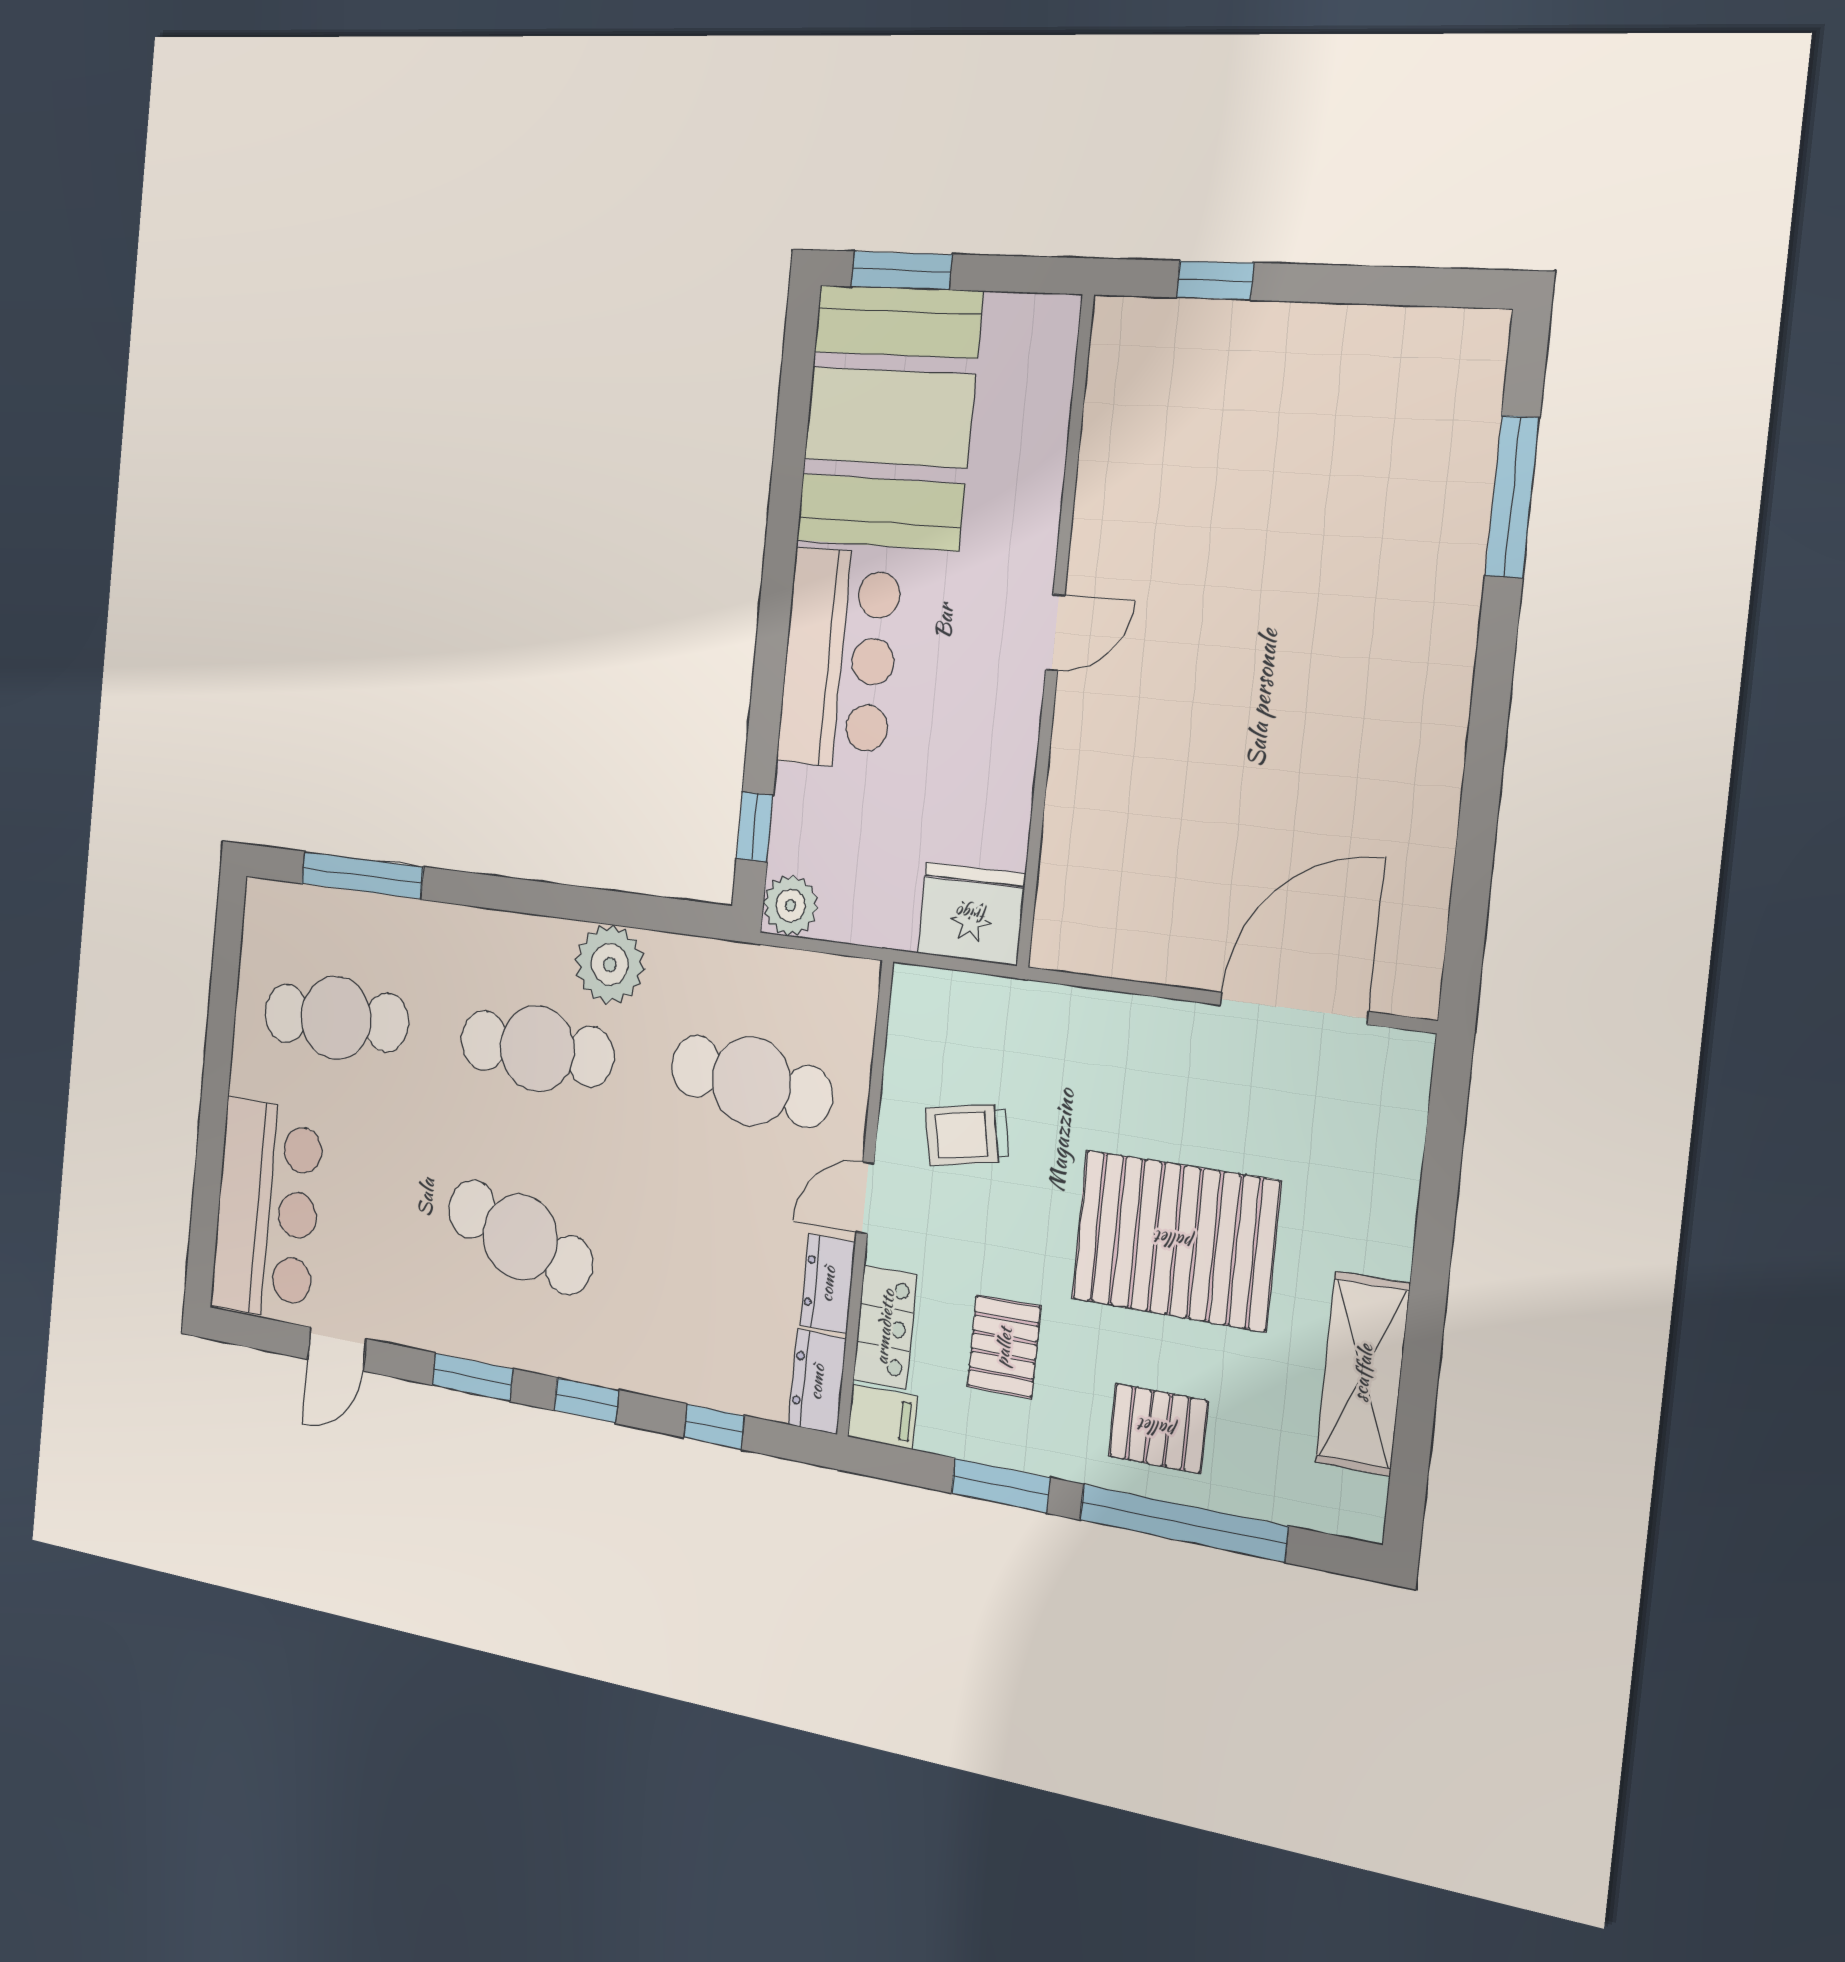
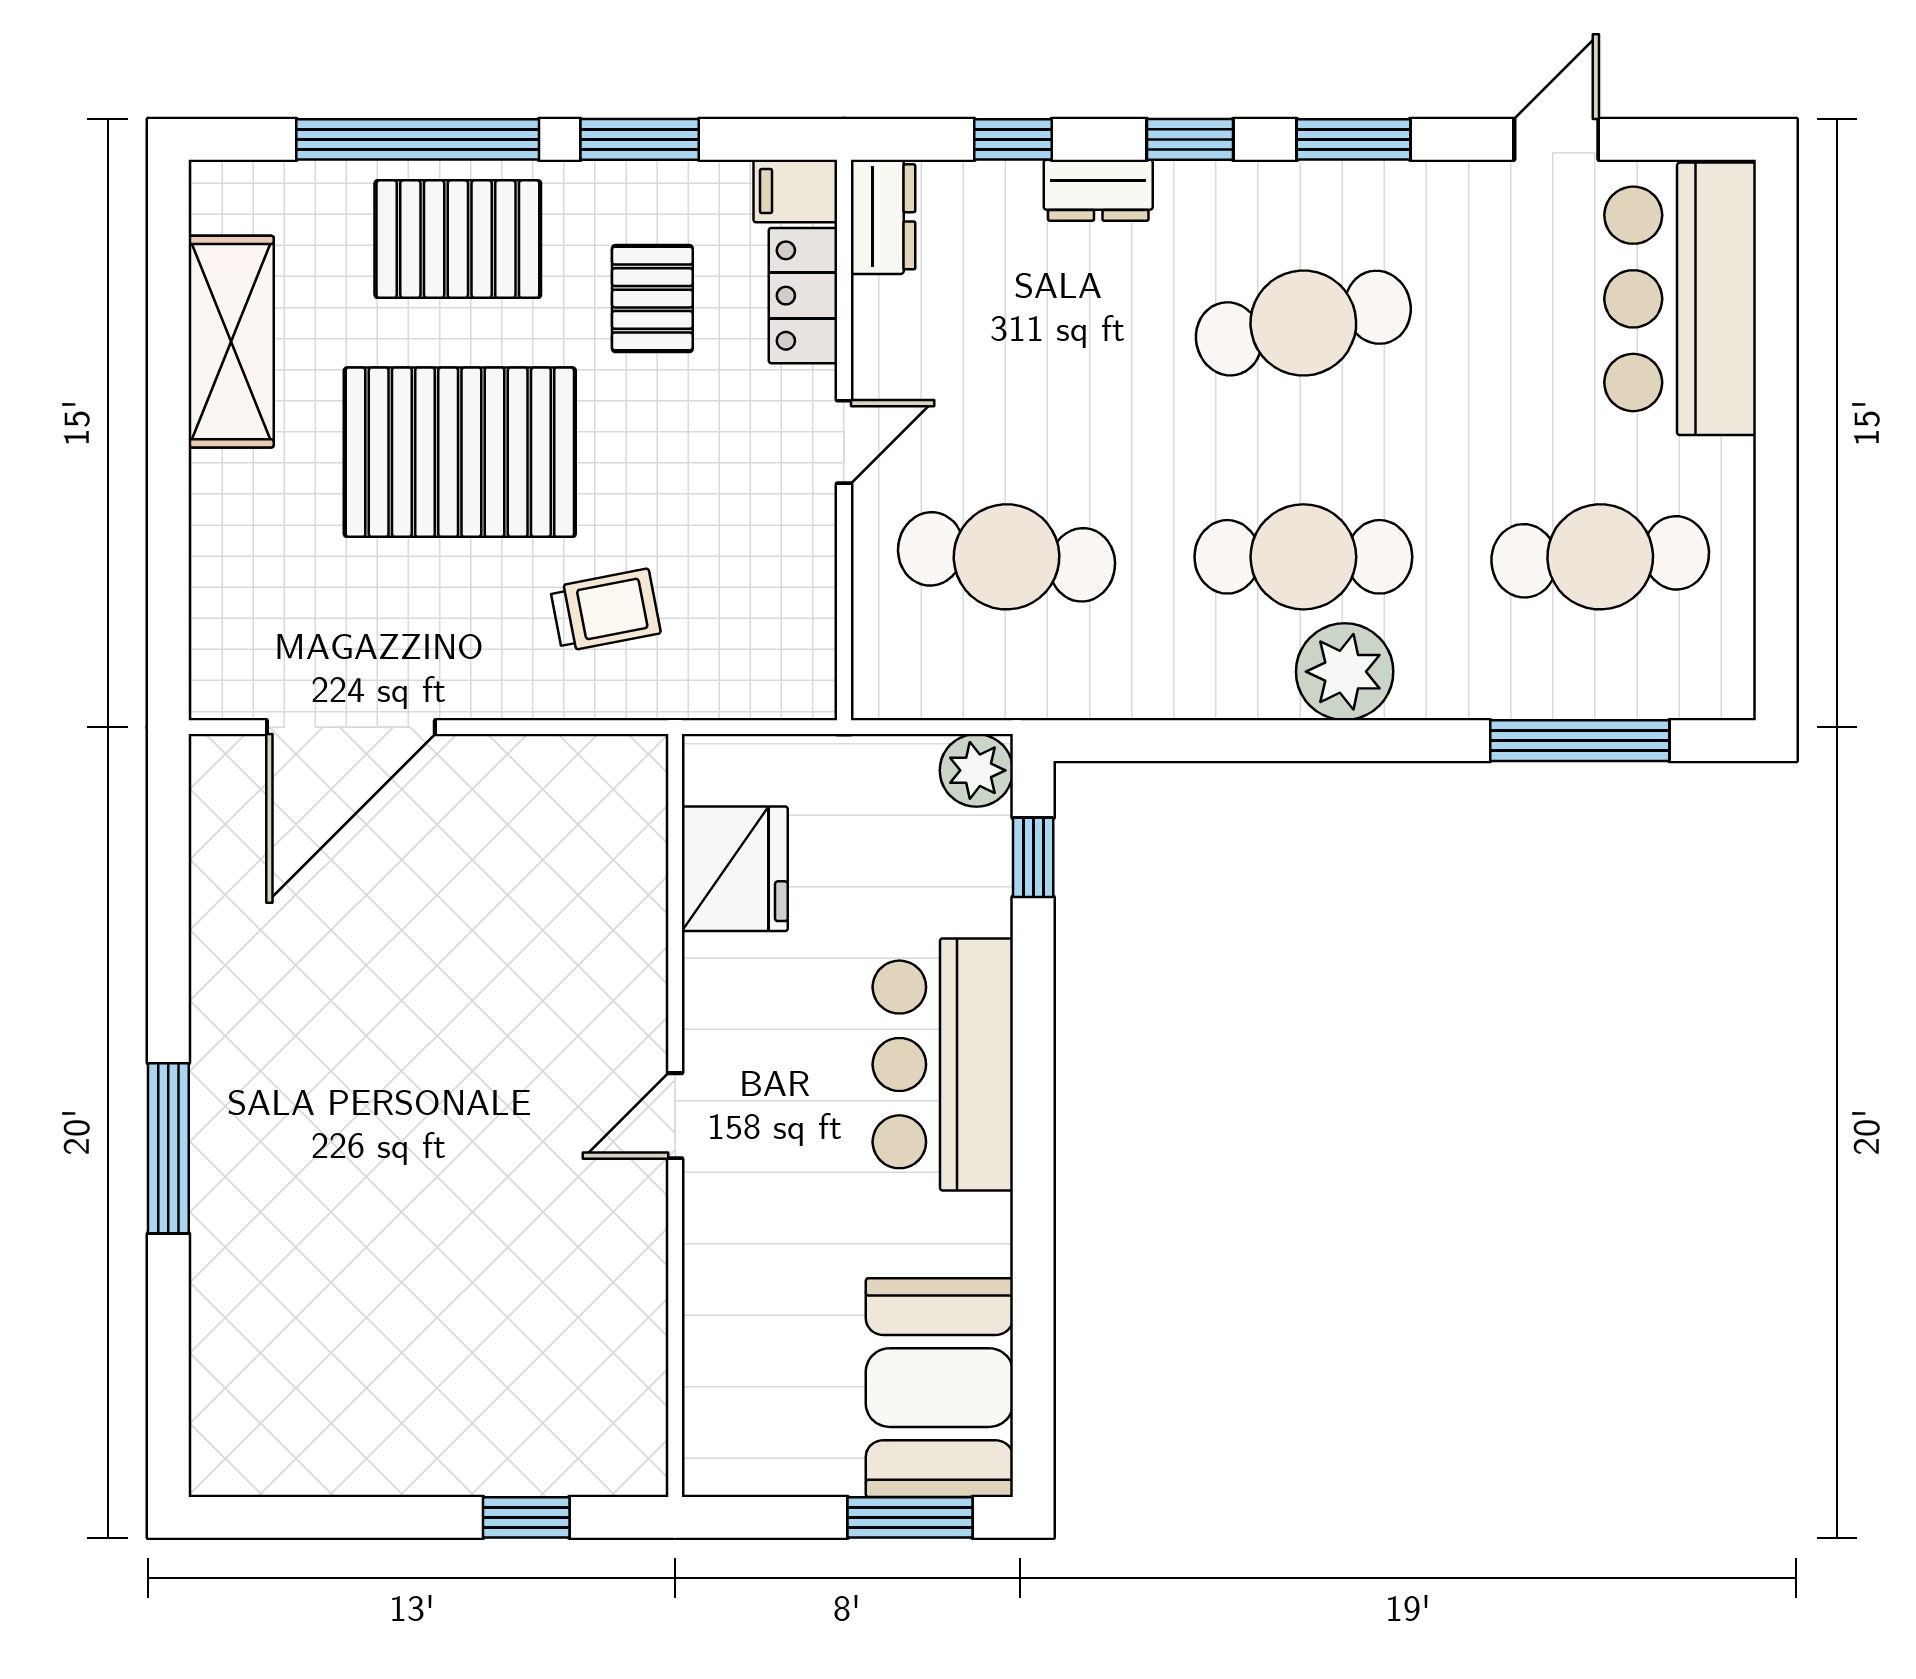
booth: (889, 417) -> (939, 1388), width x0.73, depth x0.70
window: (1512, 497) -> (168, 1148), moved
fridge: (972, 914) -> (735, 869), moved, turned -90
plant: (610, 964) -> (1345, 672), moved
trolley: (967, 1135) -> (605, 610), moved
cafe table: (520, 1237) -> (1303, 323), turned -30
dresser: (828, 1284) -> (1098, 190), moved, turned 90
pallet: (1158, 1428) -> (458, 239), width x1.50, depth x1.42

